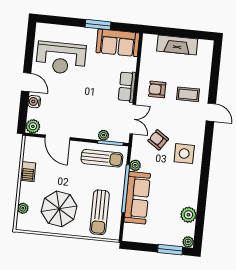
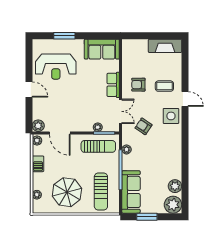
window: (98, 25) -> (64, 36), moved
fireplace: (177, 45) -> (165, 46), moved
water cooler: (34, 102) -> (37, 105), removed
plant: (30, 144) -> (37, 140), added
side table: (184, 154) -> (171, 116), moved
sofa: (137, 198) -> (131, 192), moved
plant: (188, 242) -> (173, 205), width x1.88, depth x1.88
window: (170, 250) -> (147, 217), moved

